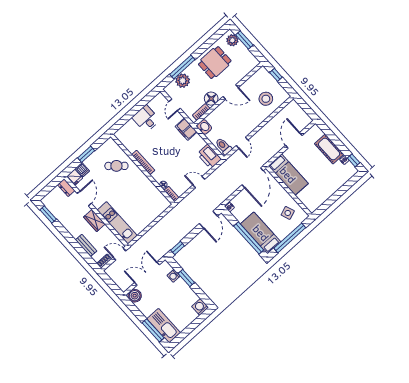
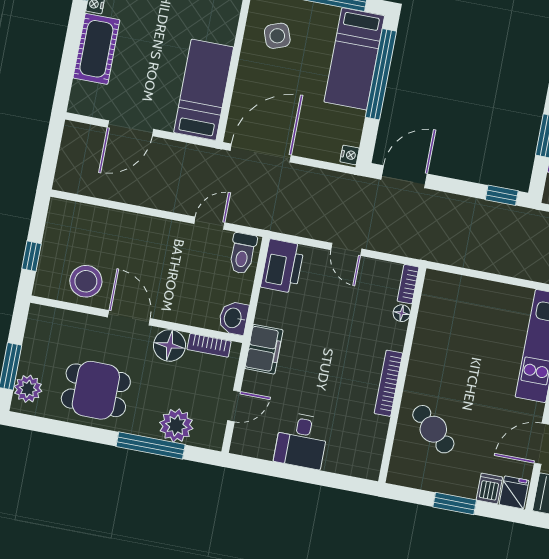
stool: (266, 99) -> (86, 281), moved

